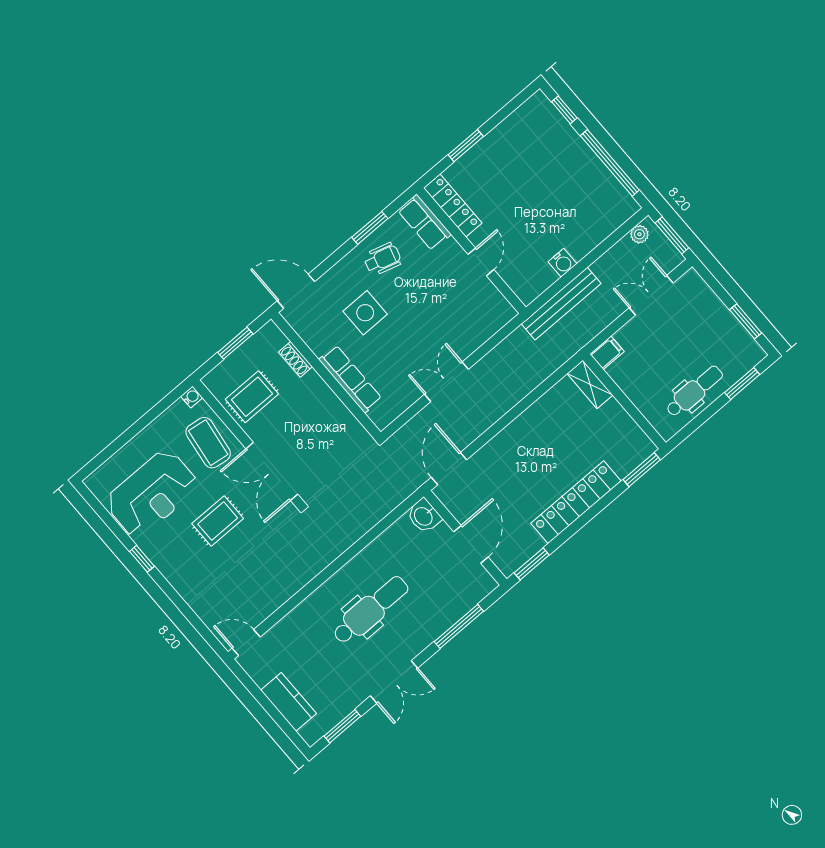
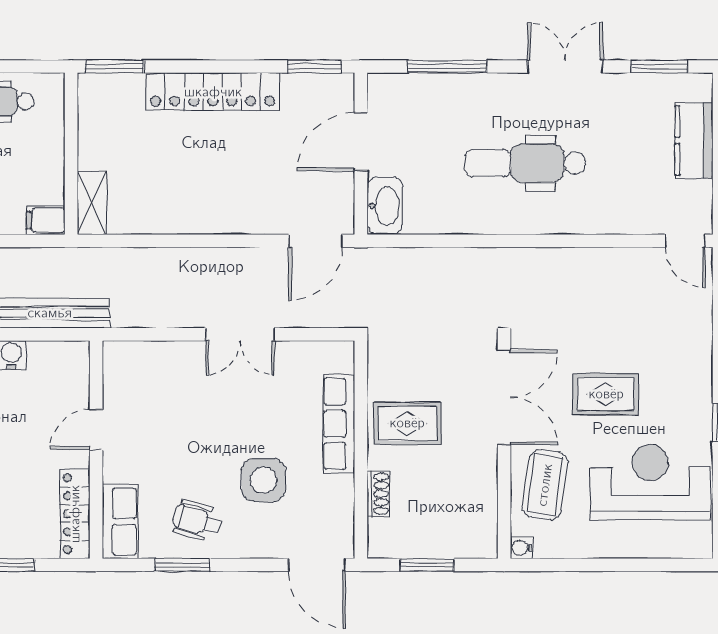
rug: (252, 397) -> (407, 423), moved
washbasin: (424, 516) -> (385, 206), width x1.38

